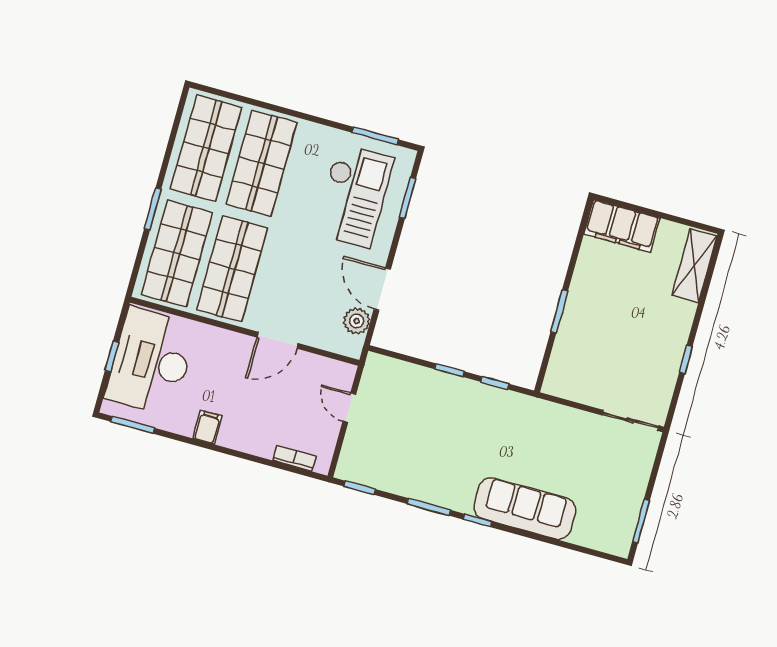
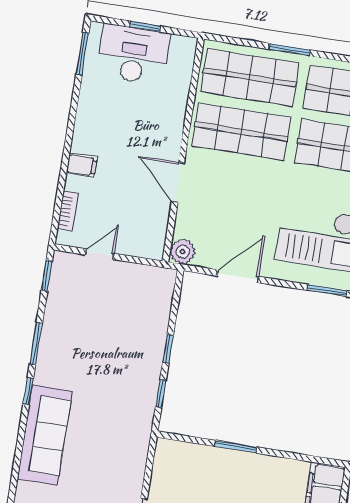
plant: (357, 321) -> (183, 252), moved
desk: (151, 361) -> (134, 55), width x0.73, depth x0.77
door: (349, 408) -> (100, 254), moved
filing cabinet: (207, 427) -> (82, 165), moved

